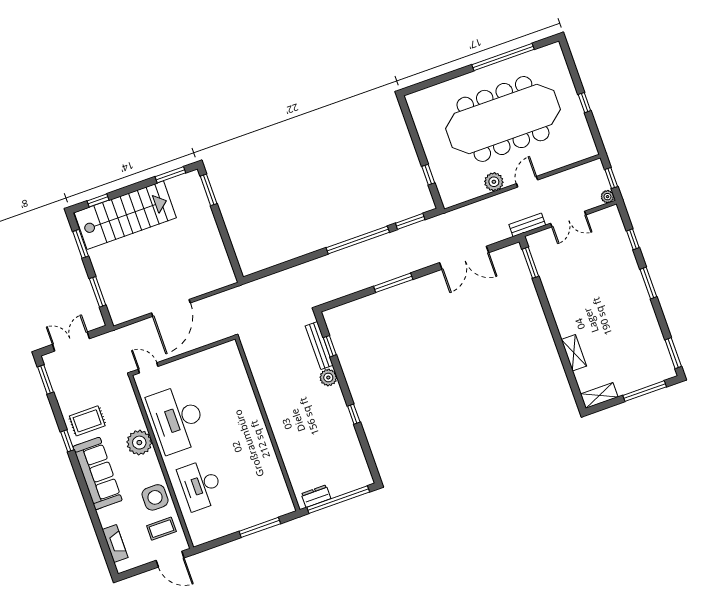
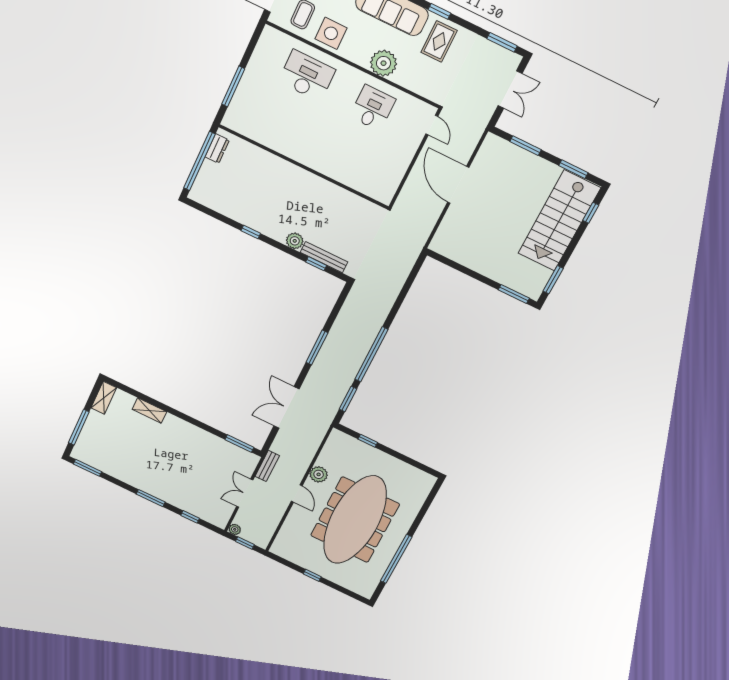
door: (148, 368) -> (432, 125), hinge flipped
desk: (177, 419) -> (373, 108), width x0.53, depth x0.77

